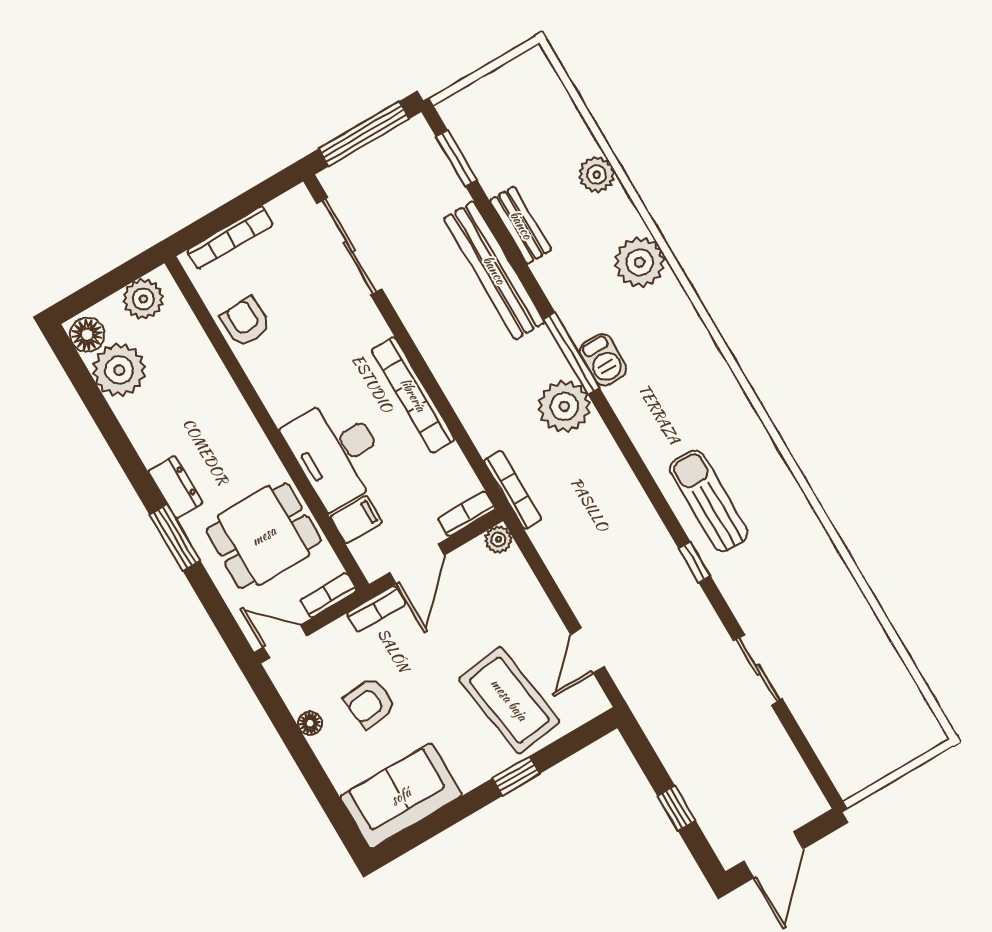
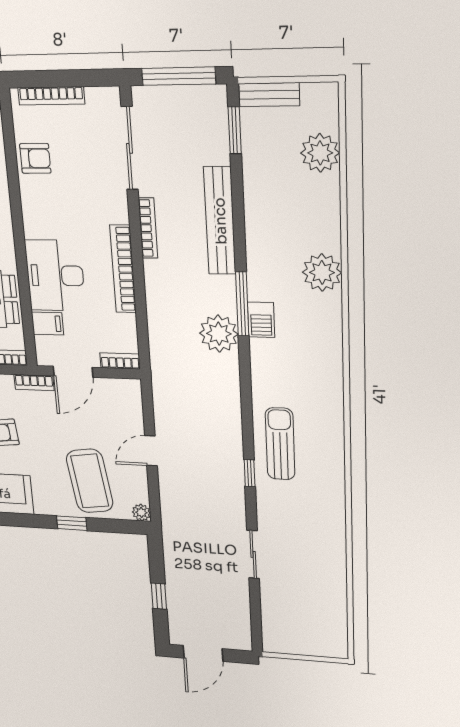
plant: (597, 175) -> (320, 153), moved, width x1.36, depth x1.36
bench: (521, 225) -> (269, 95), moved, turned 90
armchair: (246, 322) -> (35, 158), turned 93
bookcase: (513, 490) -> (148, 228), moved
plant: (498, 539) -> (141, 512), moved
door: (588, 651) -> (151, 451), moved

